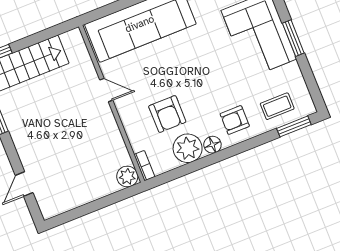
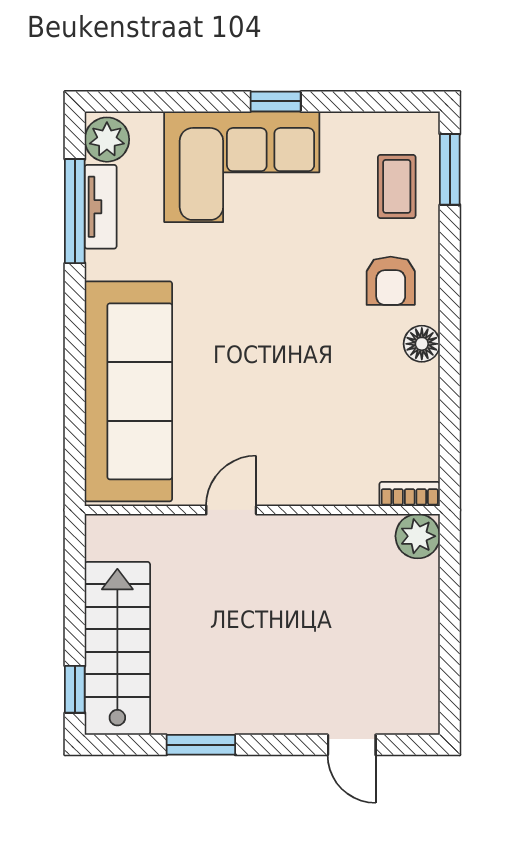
window: (293, 38) -> (276, 101), width x0.67
armchair: (167, 114) -> (326, 409), removed
plant: (188, 148) -> (409, 395), removed

